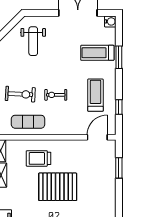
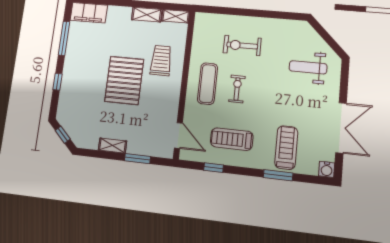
exercise bike: (20, 94) -> (242, 46), turned 87
treadmill: (95, 95) -> (232, 139), turned 180
exercise mat: (28, 122) -> (208, 84), moved
shelving: (111, 189) -> (113, 146), added

